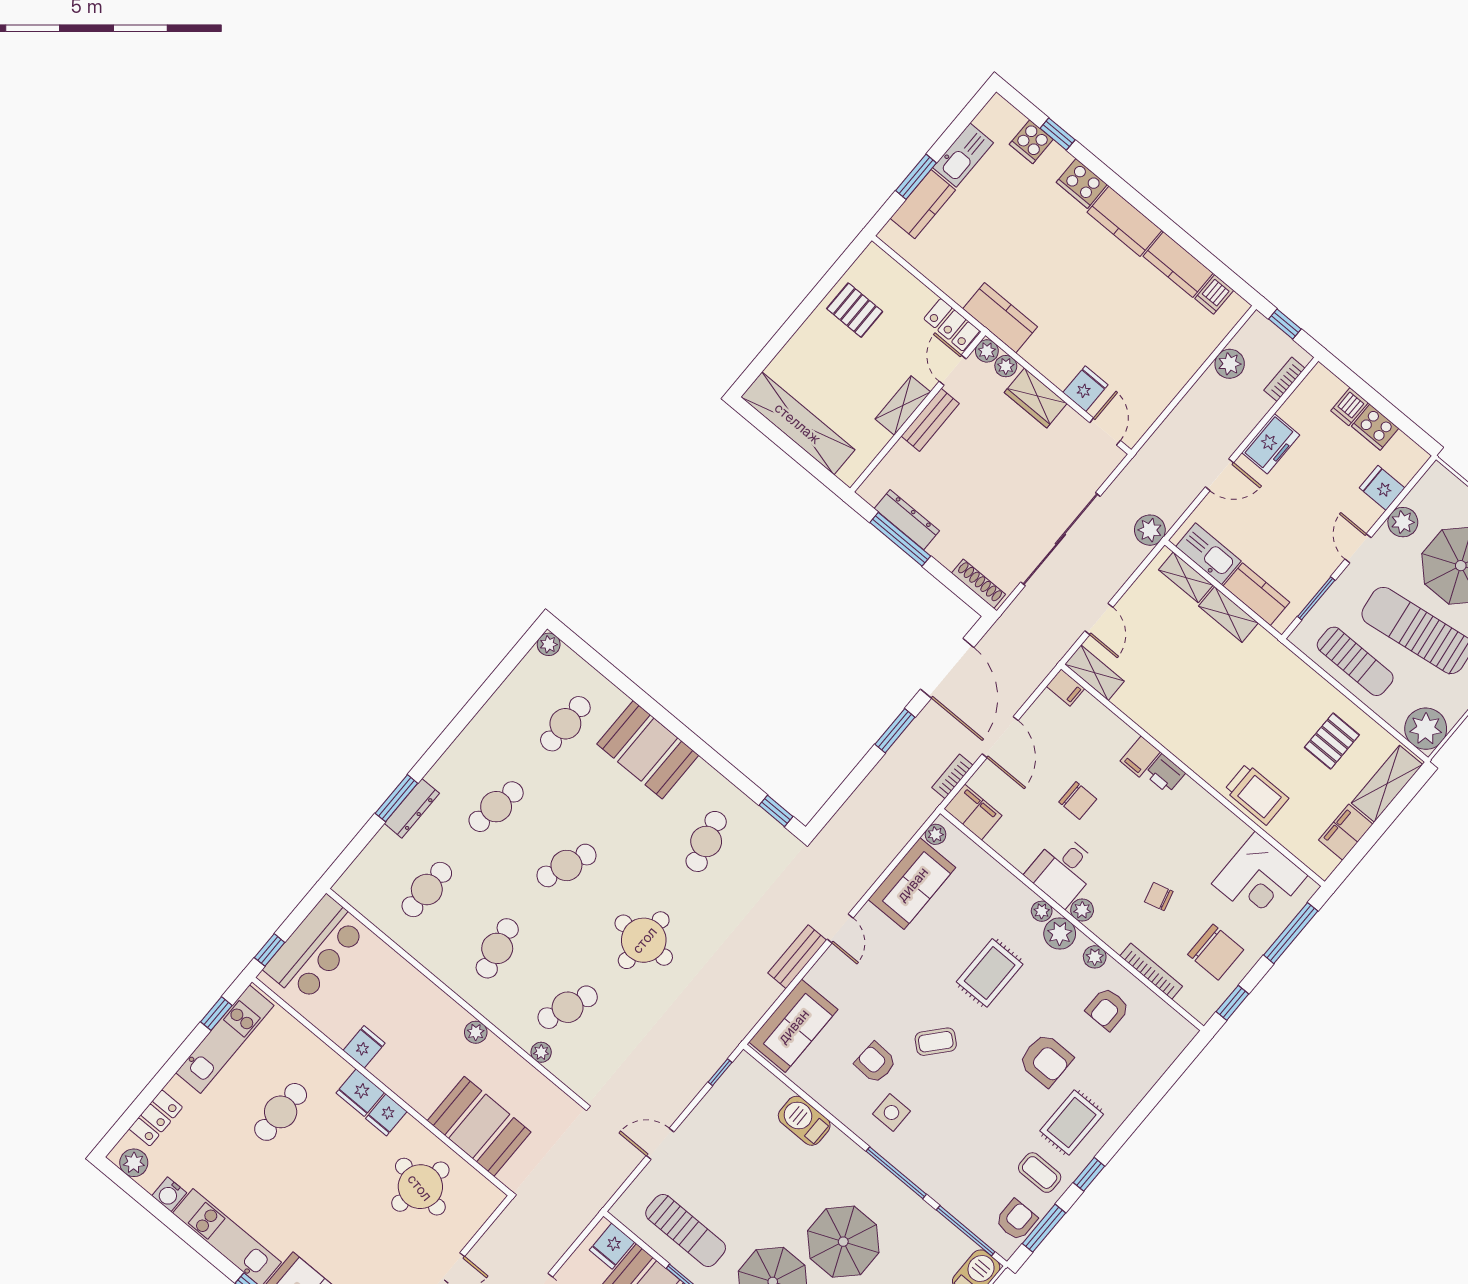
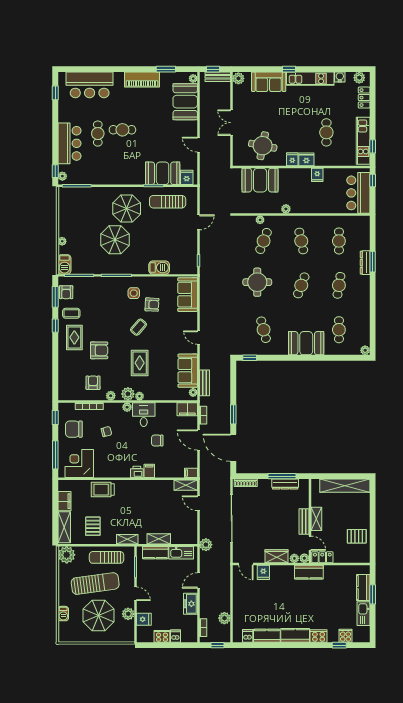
shelving: (1186, 577) -> (127, 539), moved
bench: (797, 957) -> (204, 383), moved
armchair: (1046, 1060) -> (99, 350), turned 180

